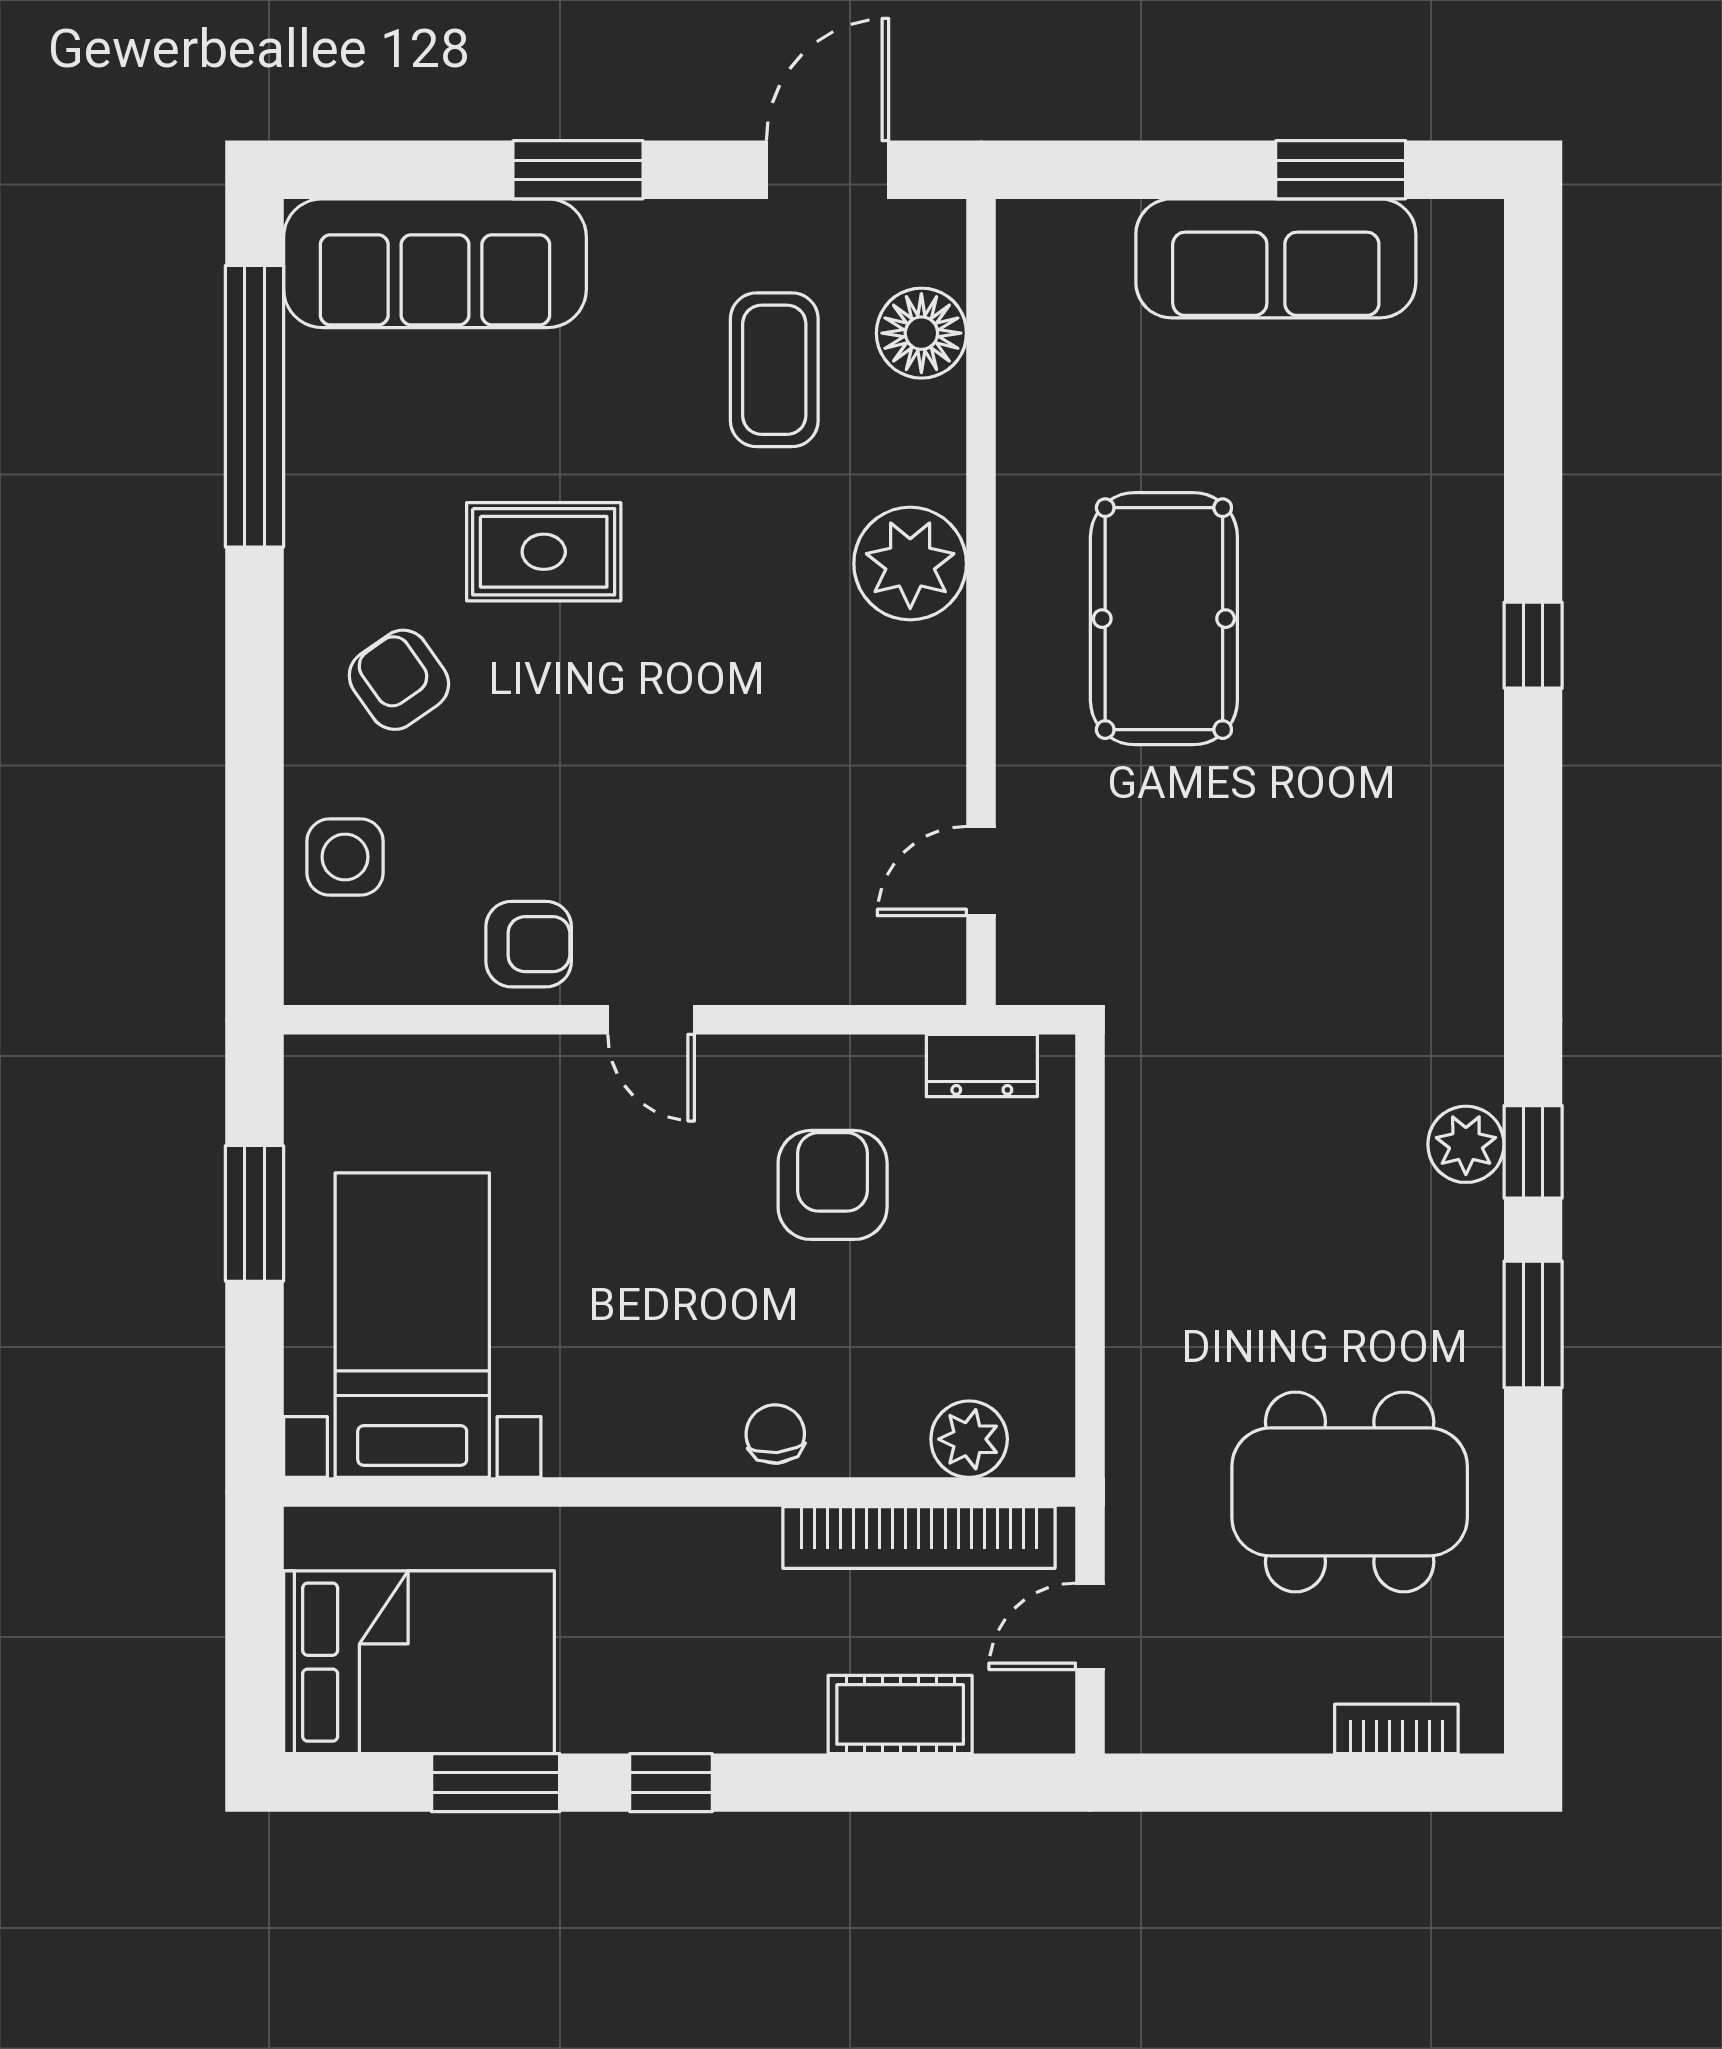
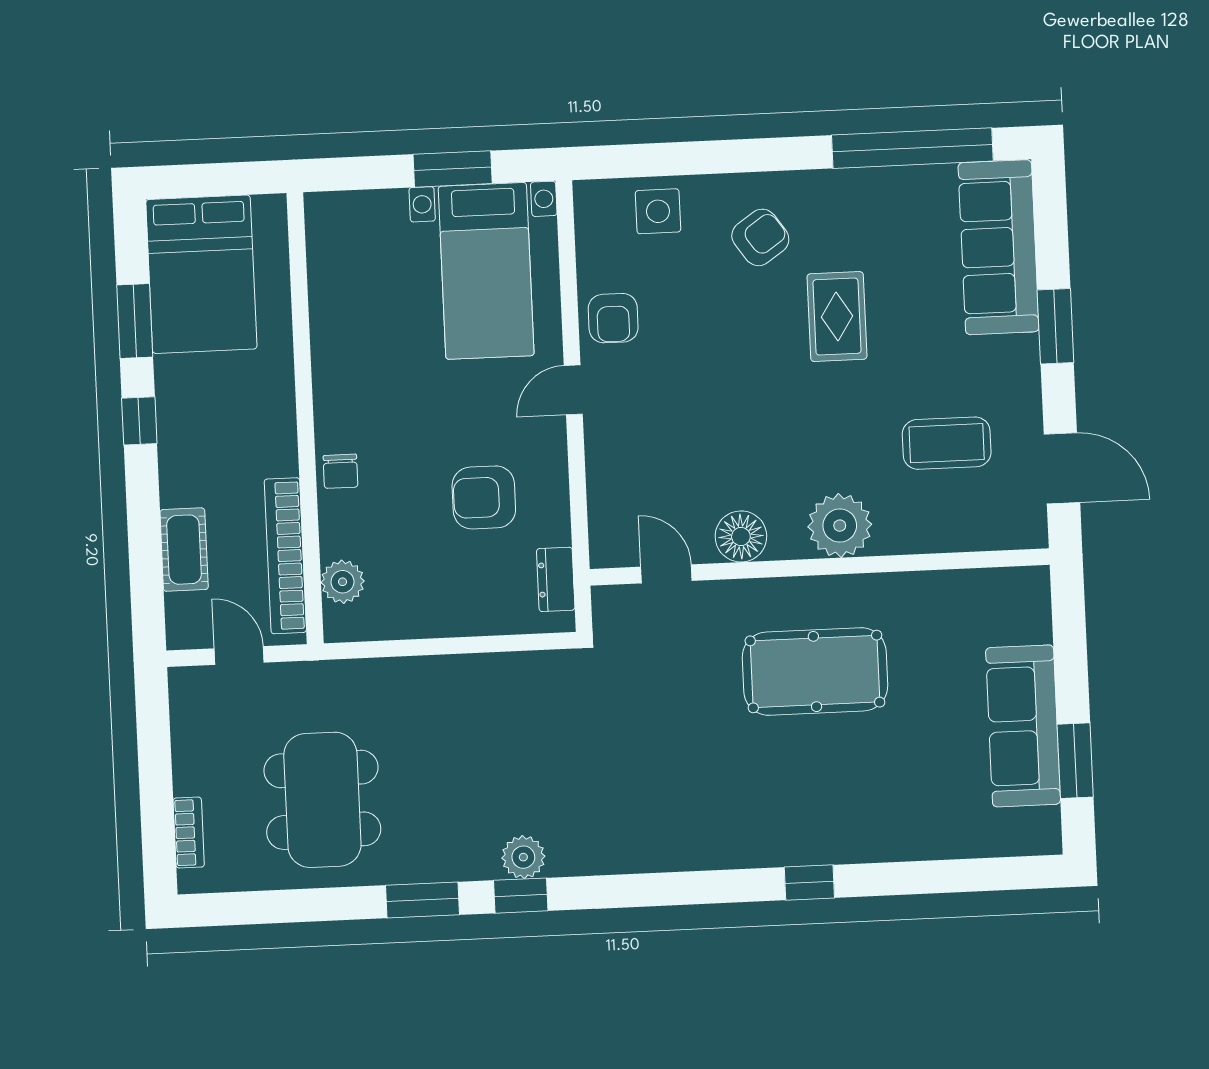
floor lamp: (921, 333) -> (741, 536), moved
armchair: (833, 1185) -> (484, 497), turned 180
bed with nightstands: (412, 1325) -> (486, 271), moved, turned 90
chair: (775, 1434) -> (341, 471), turned 95

